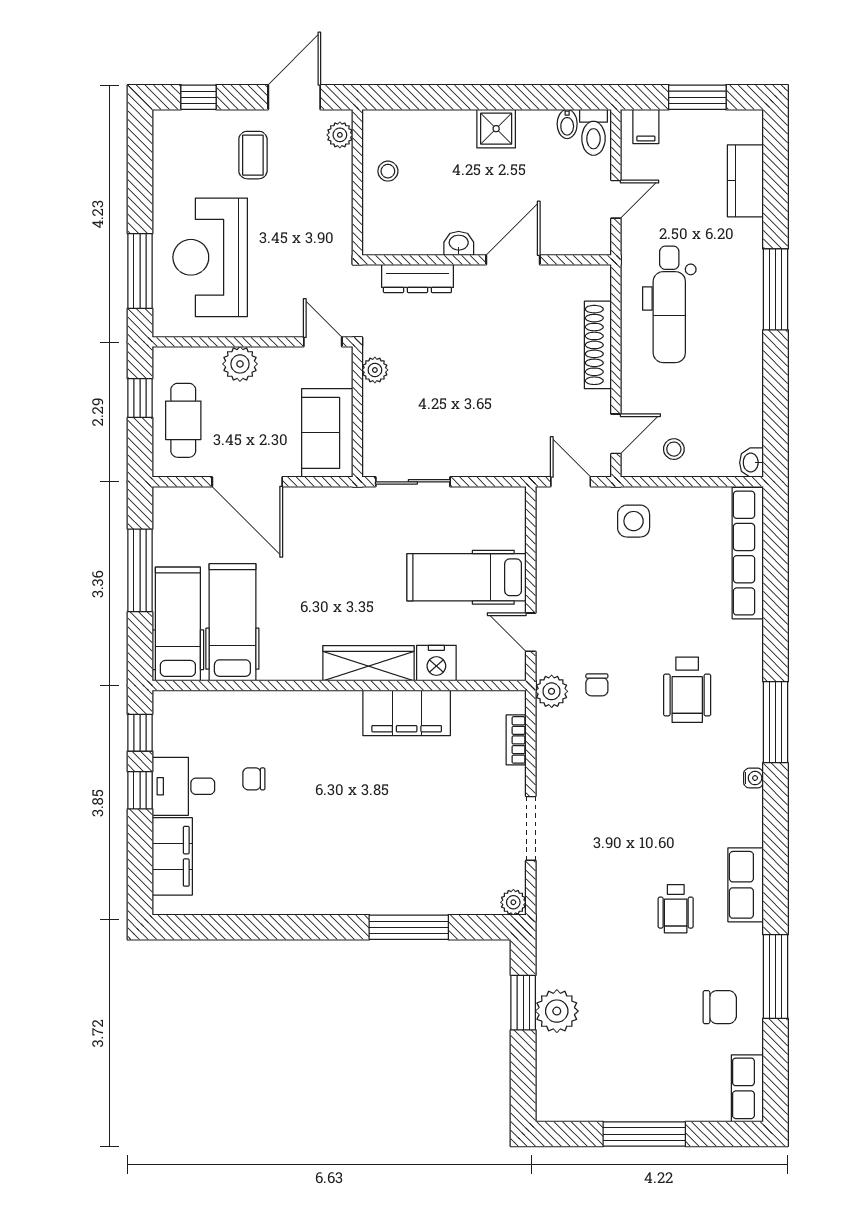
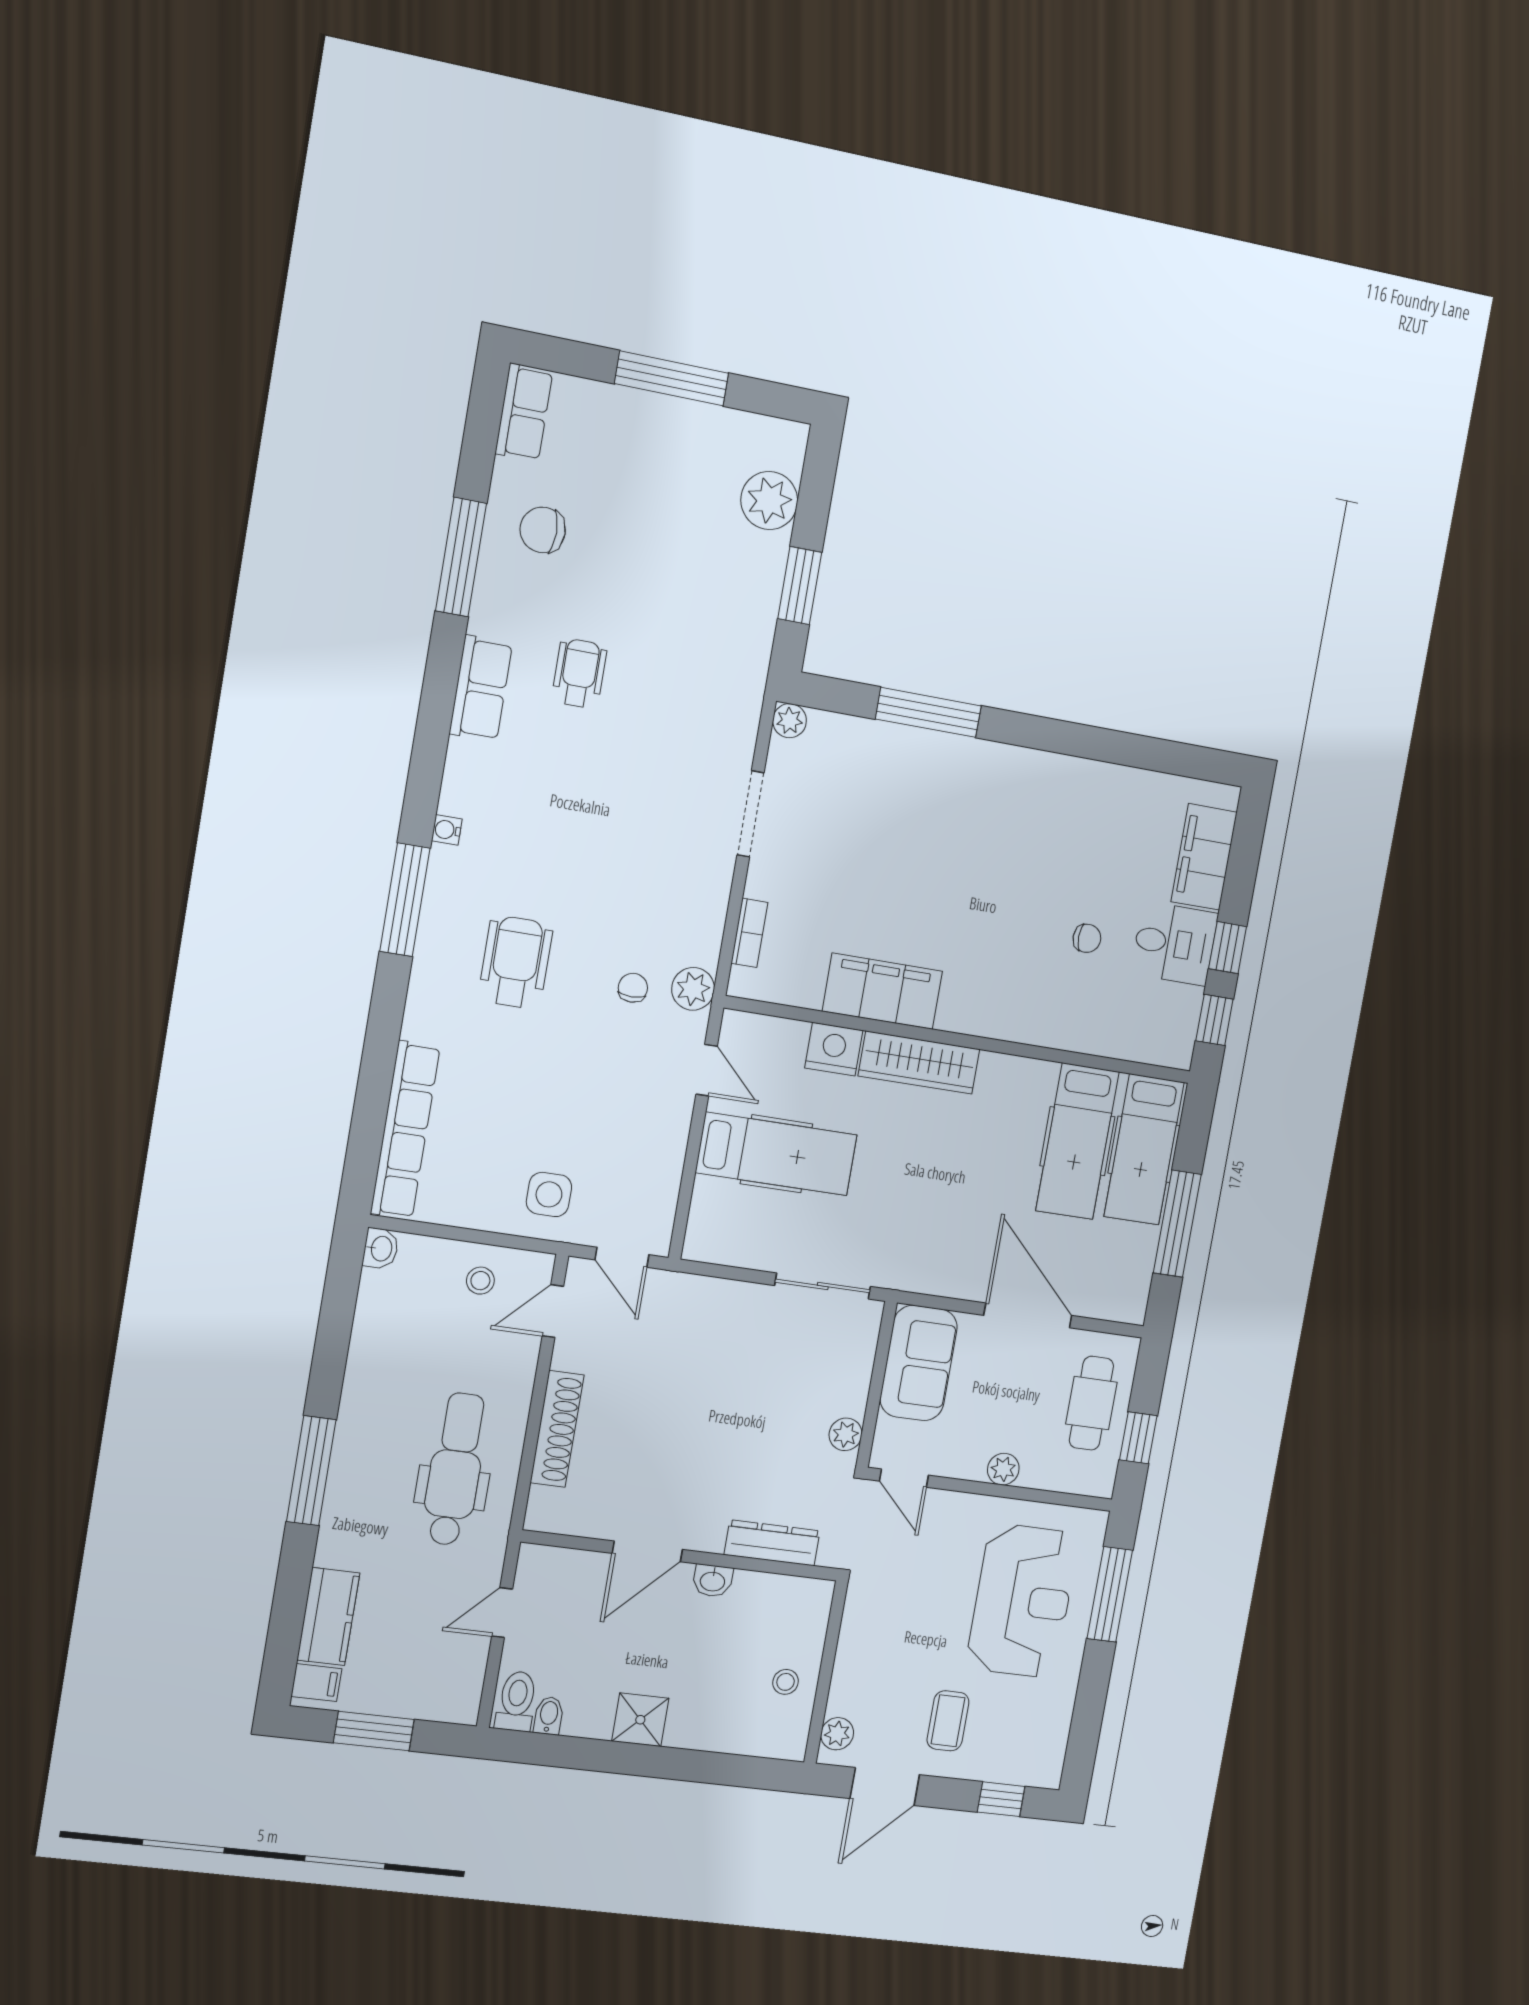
filing cabinet: (646, 127) -> (316, 1683), moved, turned 90
plant: (240, 364) -> (1003, 1469), width x0.73, depth x0.73
plant: (557, 1011) -> (769, 501), moved

